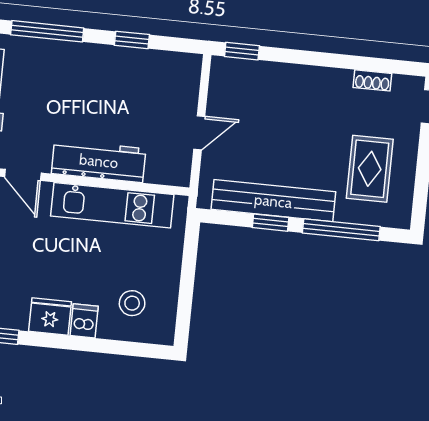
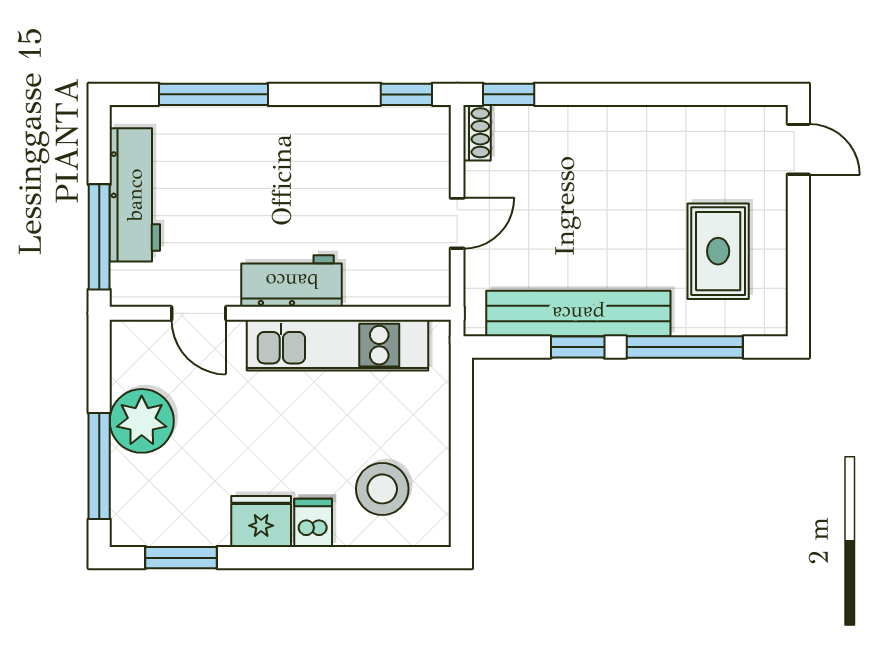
window: (132, 40) -> (406, 94), moved
shoe rack: (372, 80) -> (477, 133), moved, turned -90
workbench: (99, 161) -> (292, 281), width x0.73
stool: (132, 303) -> (382, 489), width x1.38, depth x1.38

